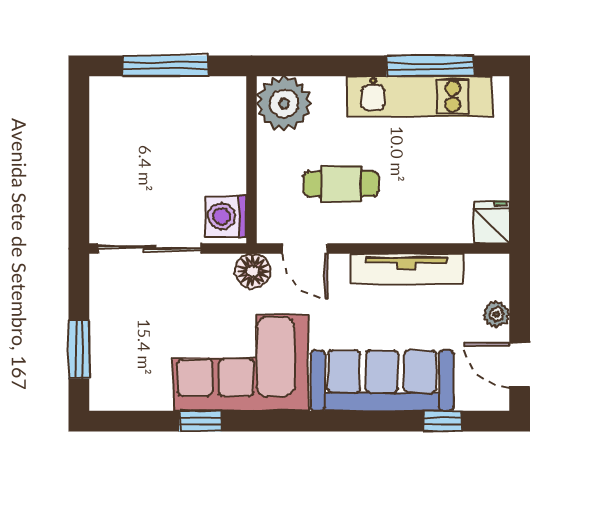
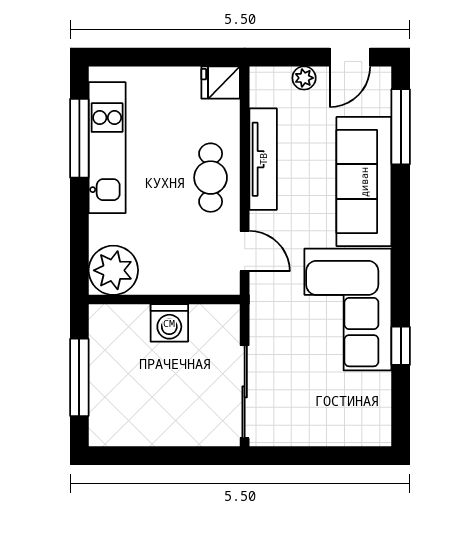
cafe table: (341, 184) -> (211, 178), moved
washing machine: (226, 216) -> (169, 323), moved
door: (305, 249) -> (245, 251), hinge flipped
floor lamp: (253, 271) -> (265, 298), removed
window: (79, 349) -> (336, 456), removed
window: (443, 421) -> (401, 127), width x2.17

